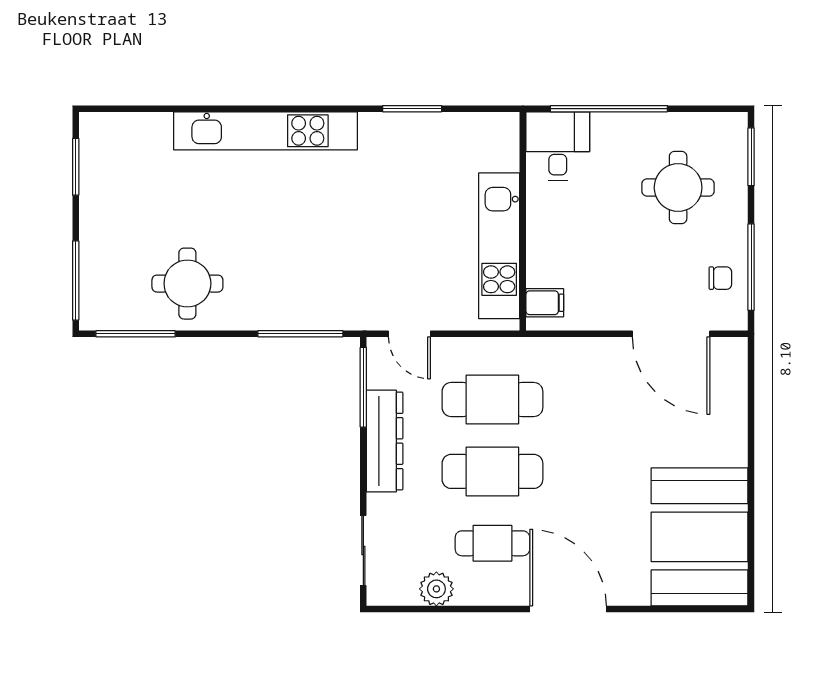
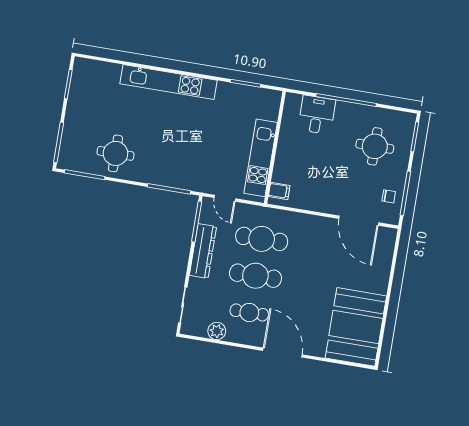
wall: (523, 221) -> (275, 147), moved
kitchen unit: (499, 246) -> (261, 158), moved
filing cabinet: (545, 303) -> (279, 191), moved

